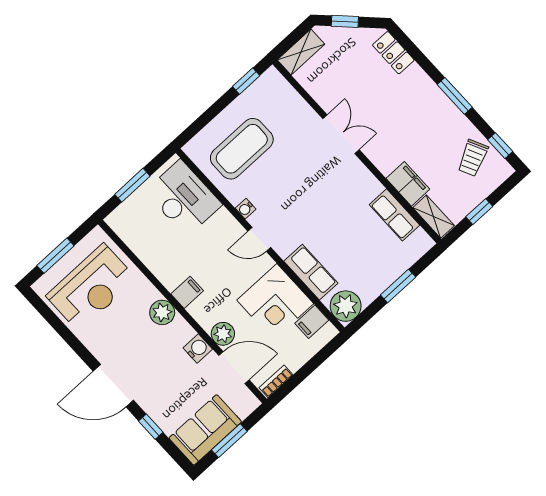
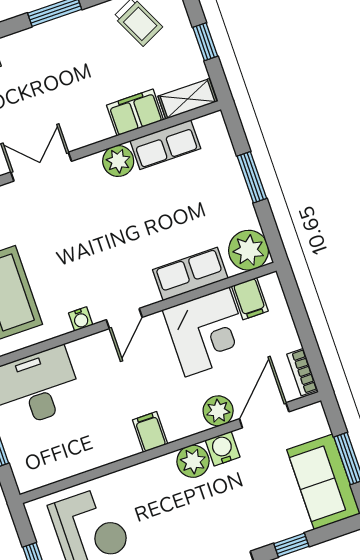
plant: (369, 187) -> (118, 161), added
plant: (162, 312) -> (193, 461), moved

